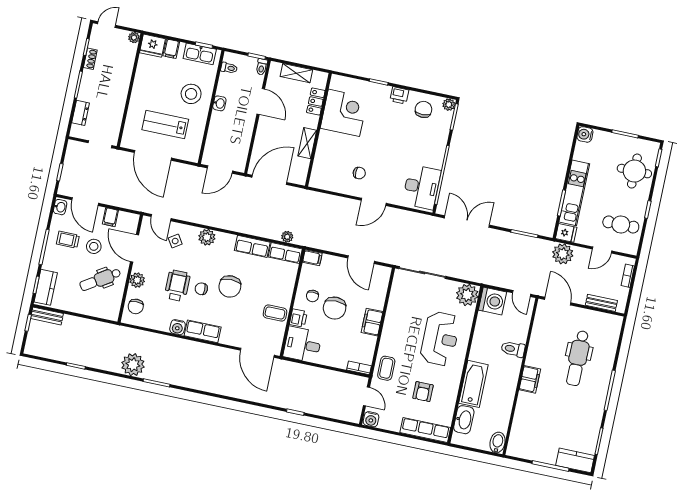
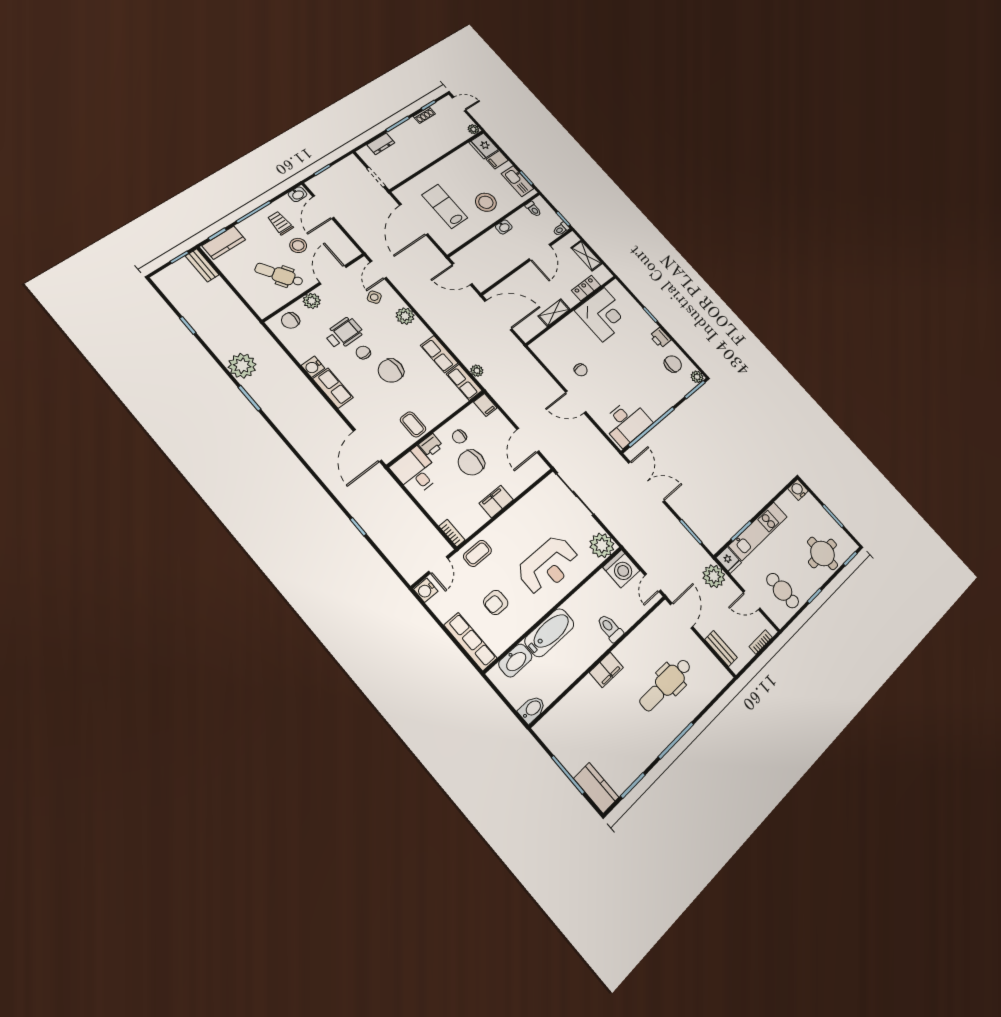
filing cabinet: (110, 217) -> (334, 235), removed

